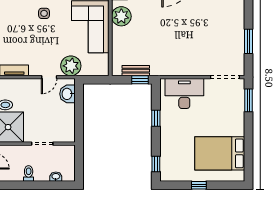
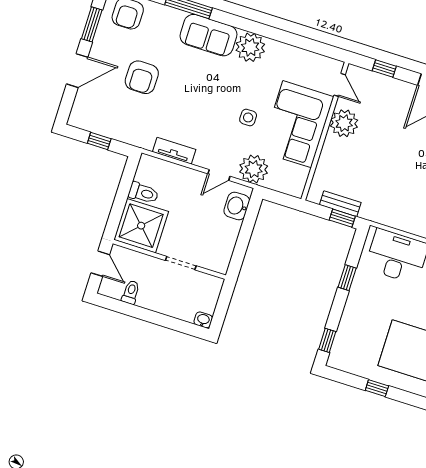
side table: (44, 13) -> (248, 117), moved
toilet: (29, 173) -> (131, 292), moved
washbasin: (56, 177) -> (203, 320), moved

